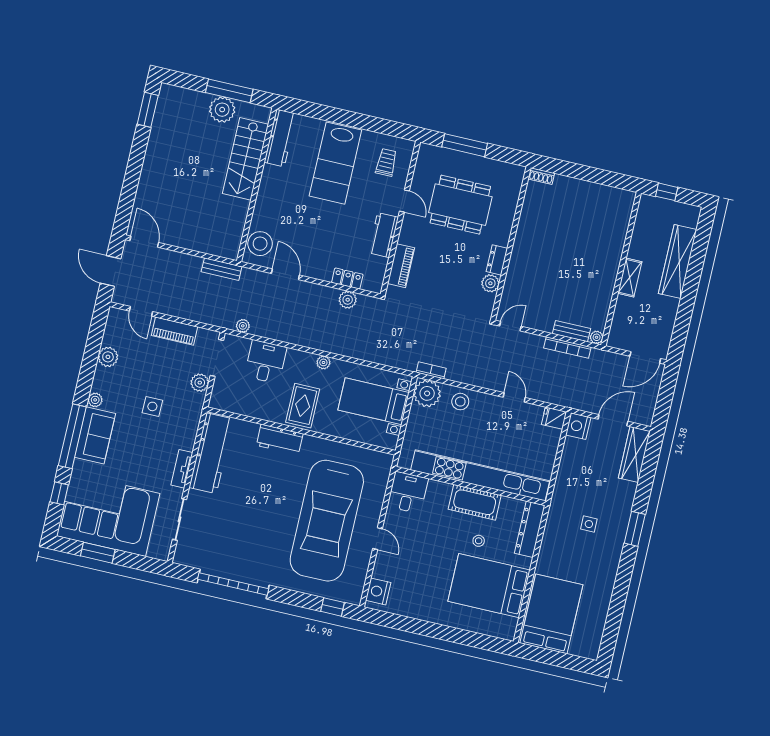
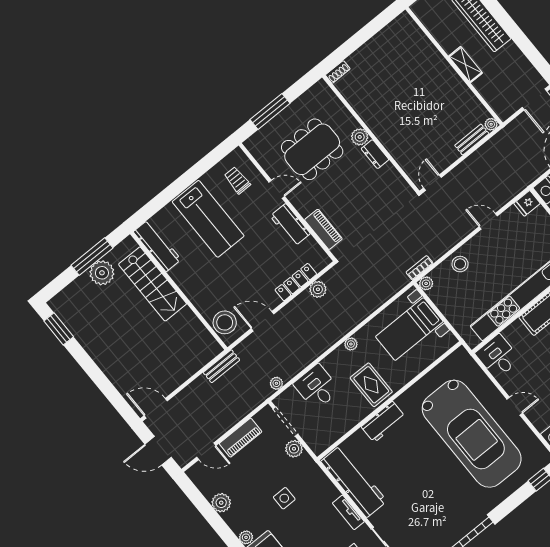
locker: (347, 278) -> (296, 282), width x1.53
plant: (490, 283) -> (360, 137), moved
bookcase: (567, 347) -> (482, 152), removed
plant: (427, 393) -> (426, 283), width x0.53, depth x0.53

